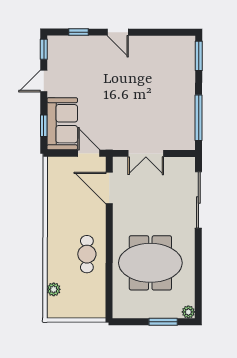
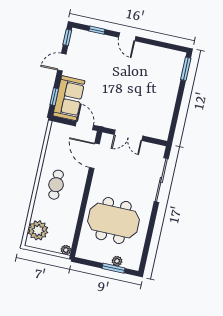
window: (199, 118) -> (175, 117), removed
cafe table: (87, 254) -> (56, 185), moved
plant: (54, 289) -> (38, 230), width x1.88, depth x1.88
plant: (99, 312) -> (66, 250), added
plant: (188, 312) -> (117, 261), moved

